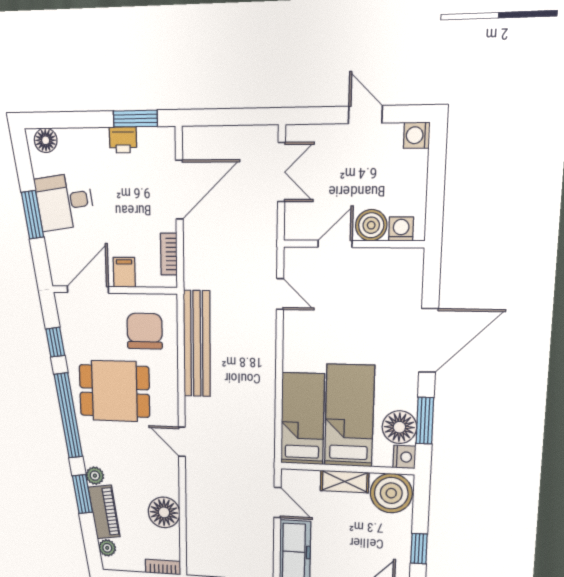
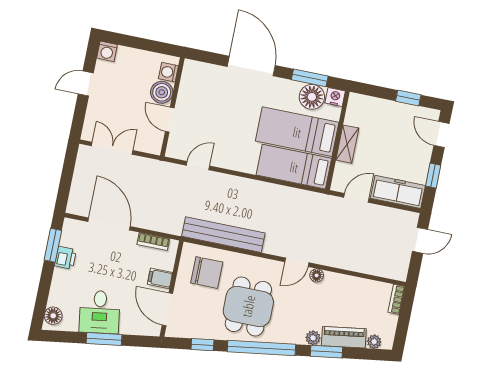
chair: (145, 331) -> (207, 273), turned 180
boiler: (391, 493) -> (362, 111), removed
floor lamp: (164, 512) -> (317, 275), moved, width x0.53, depth x0.53

